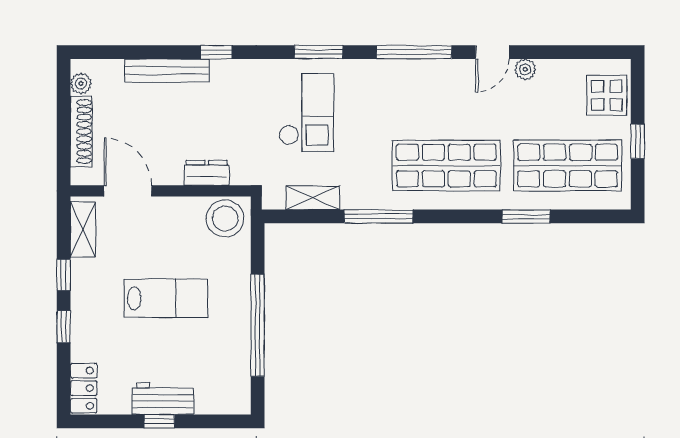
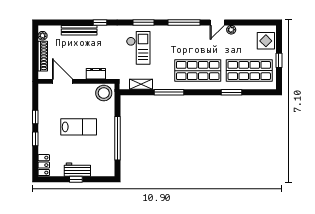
shelving: (83, 230) -> (43, 98), removed

